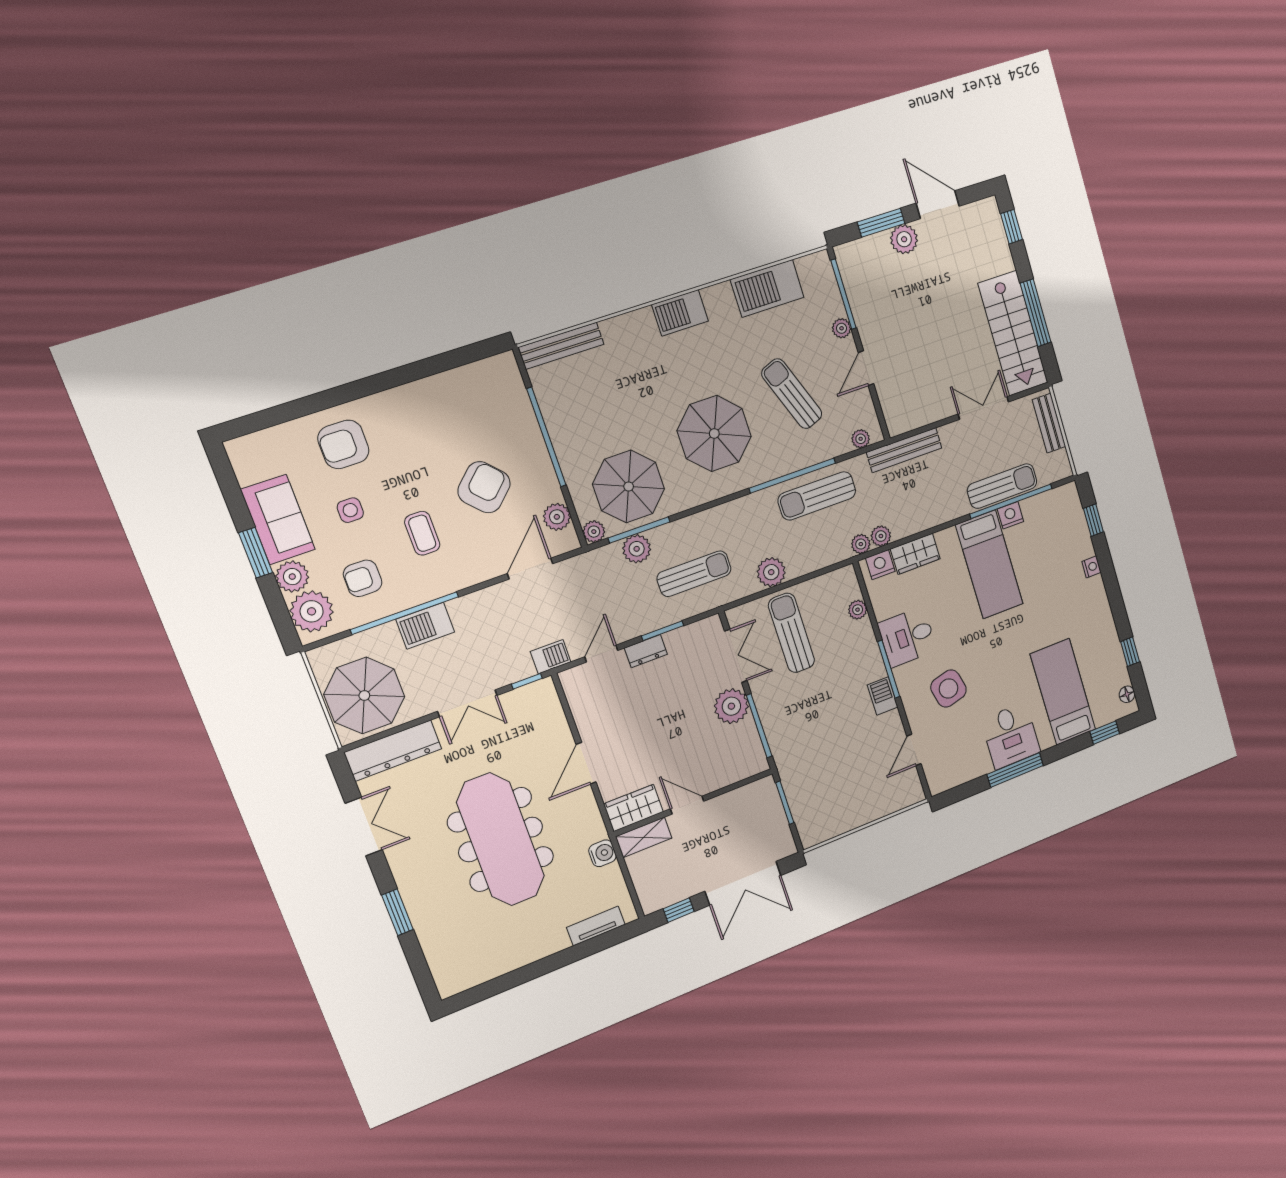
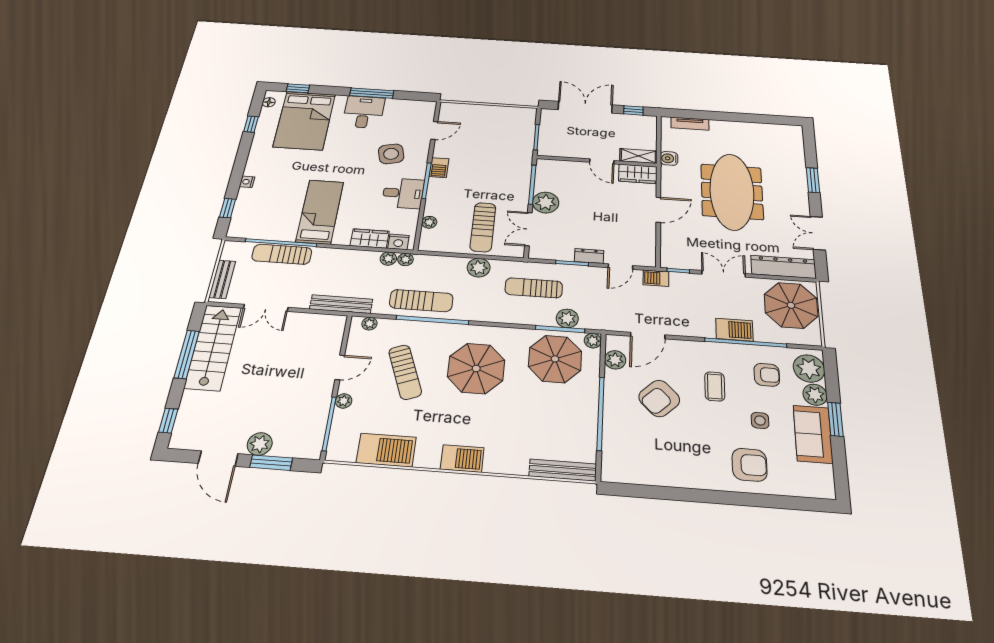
nightstand: (1010, 515) -> (287, 235), removed
bed: (1063, 692) -> (304, 120), width x1.50

